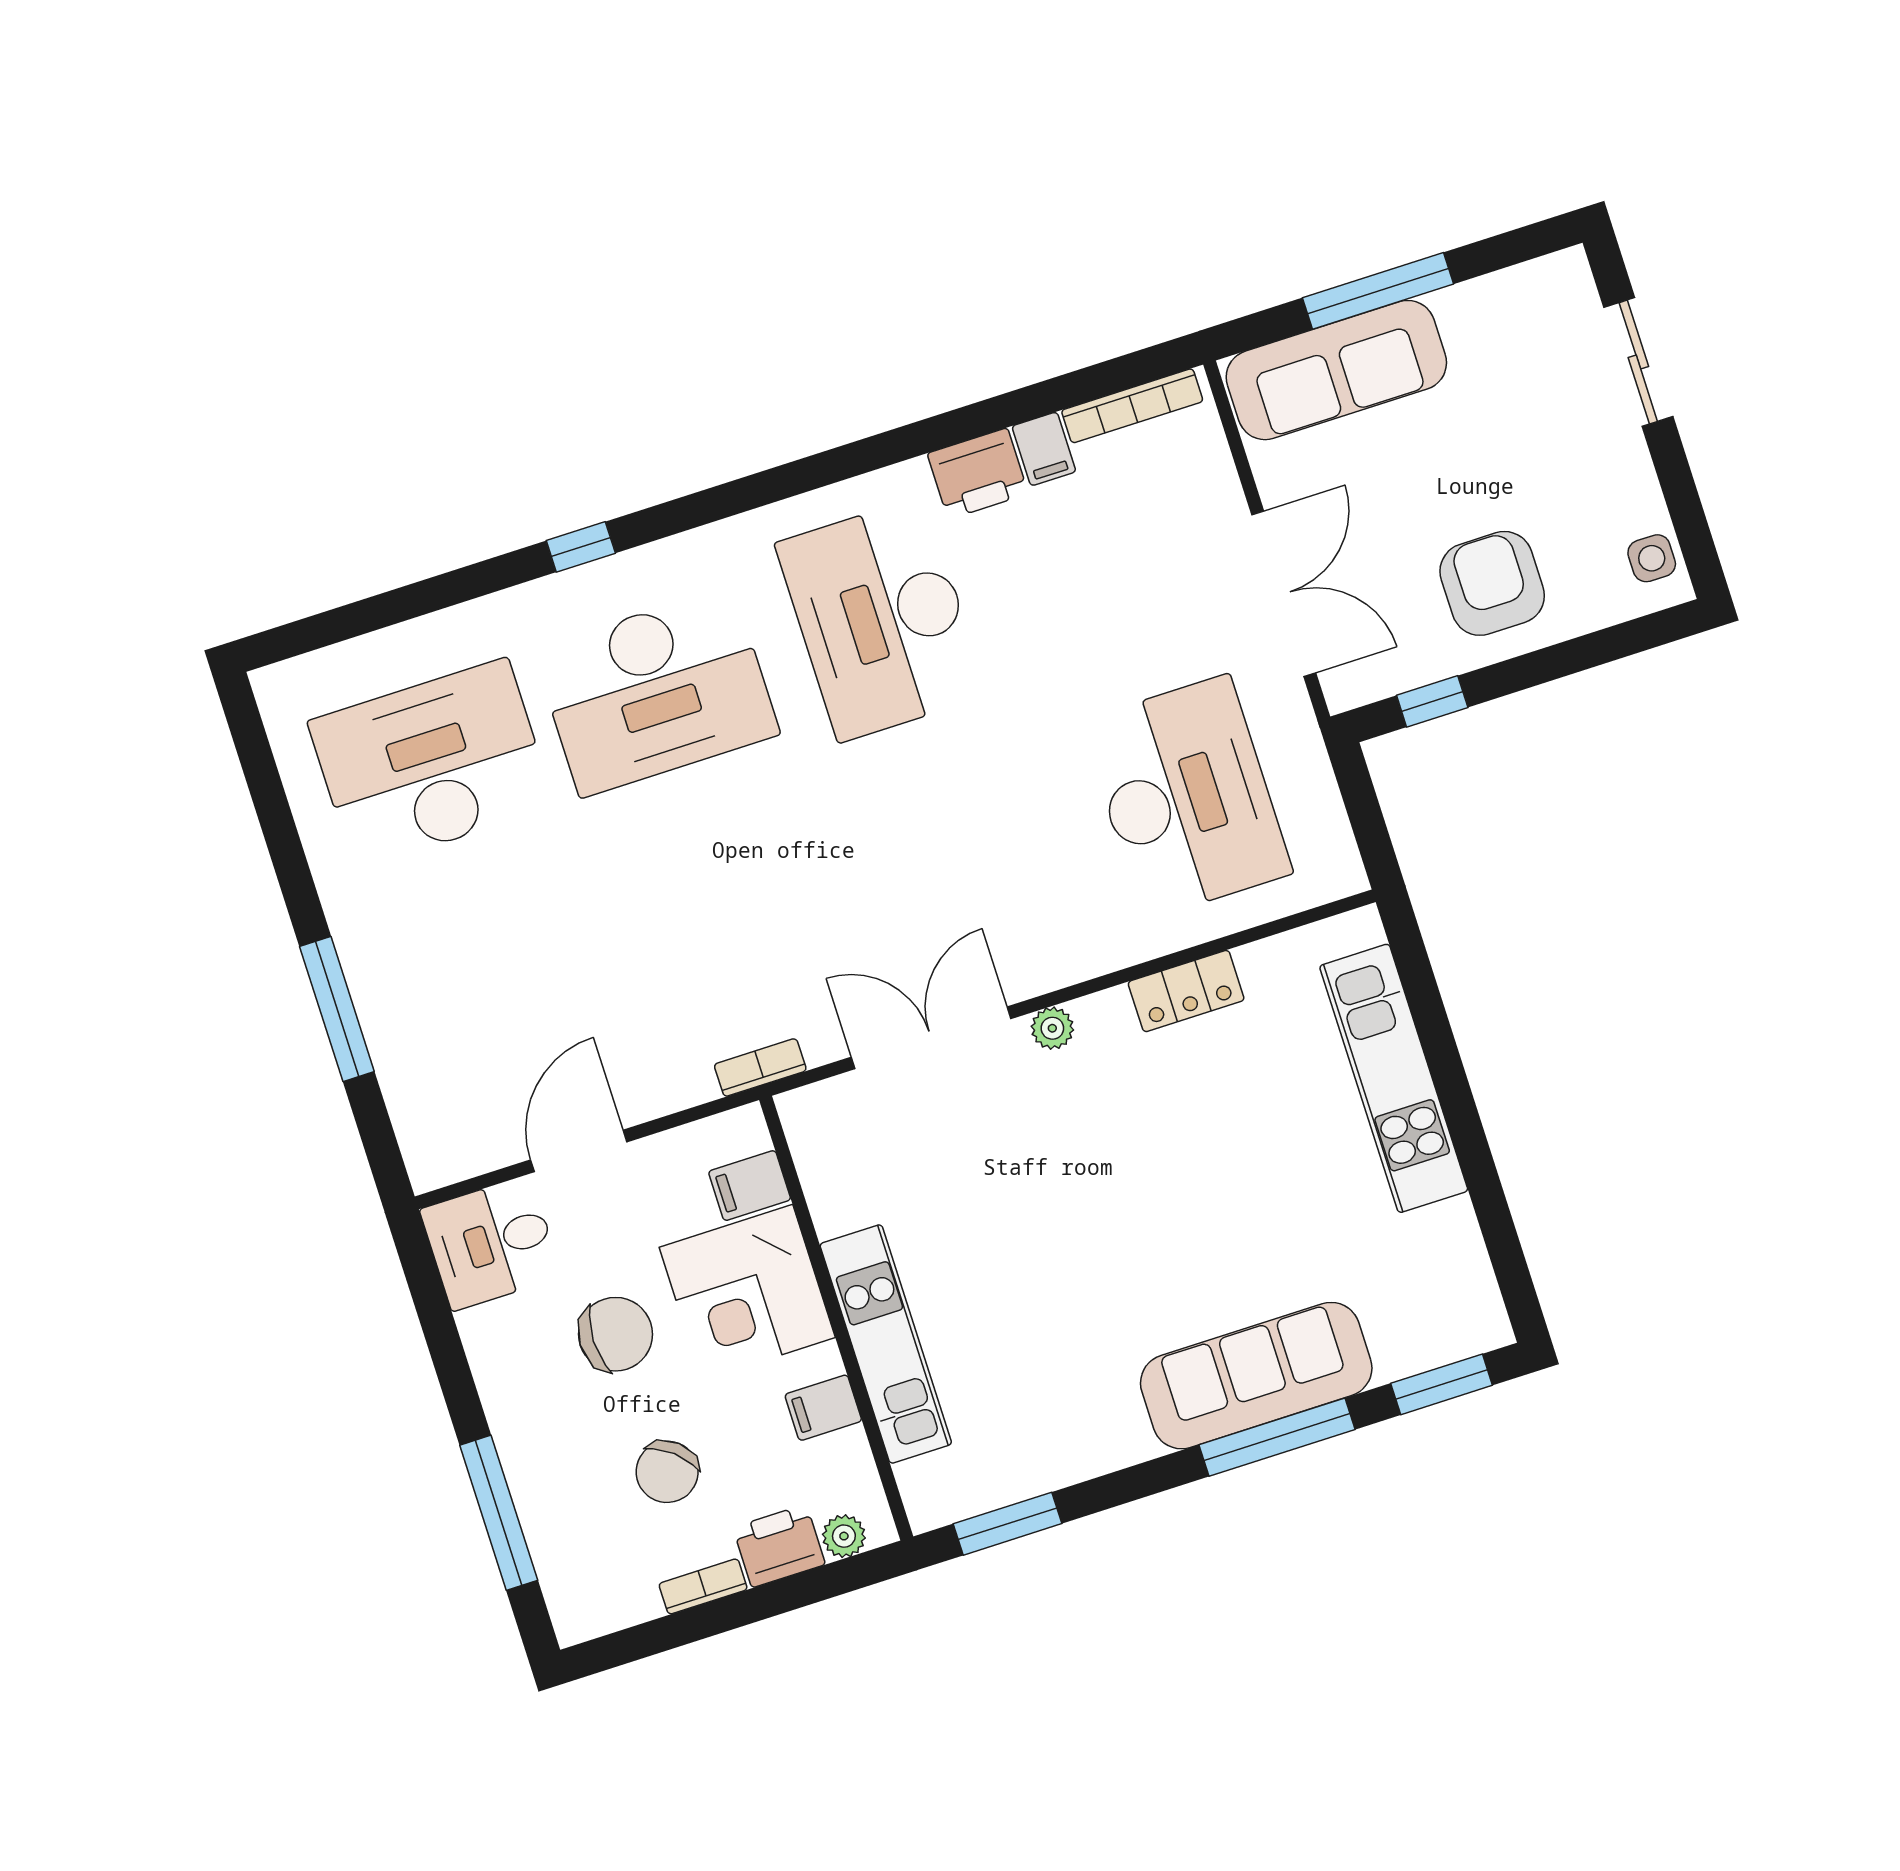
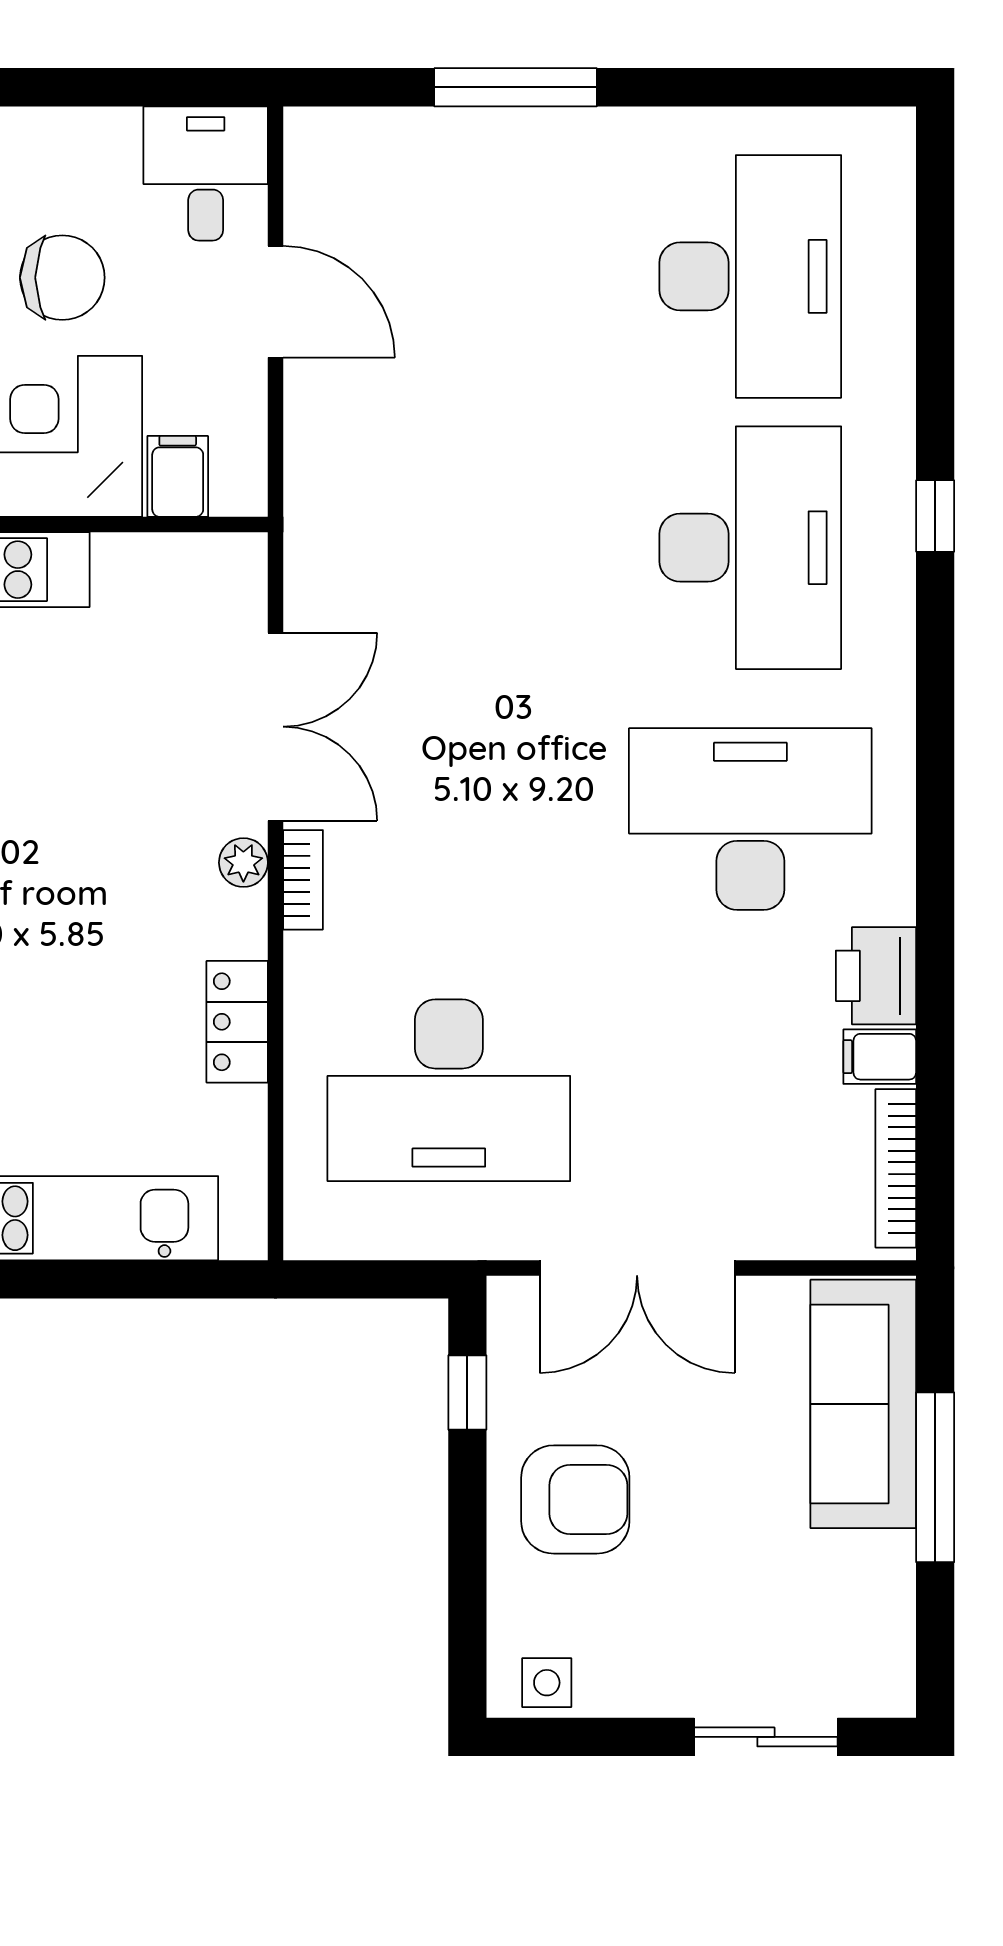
desk: (656, 692) -> (750, 548), turned 180
bookcase: (760, 1067) -> (303, 880), moved
chair: (615, 1334) -> (62, 278), turned -90

